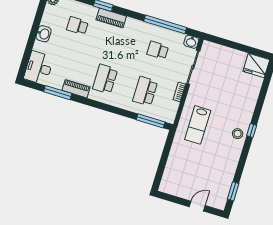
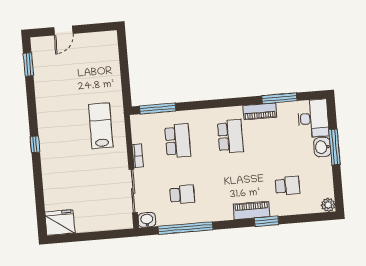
washbasin: (44, 34) -> (322, 147), moved
window: (31, 40) -> (335, 147), added
stool: (238, 134) -> (50, 134), removed

